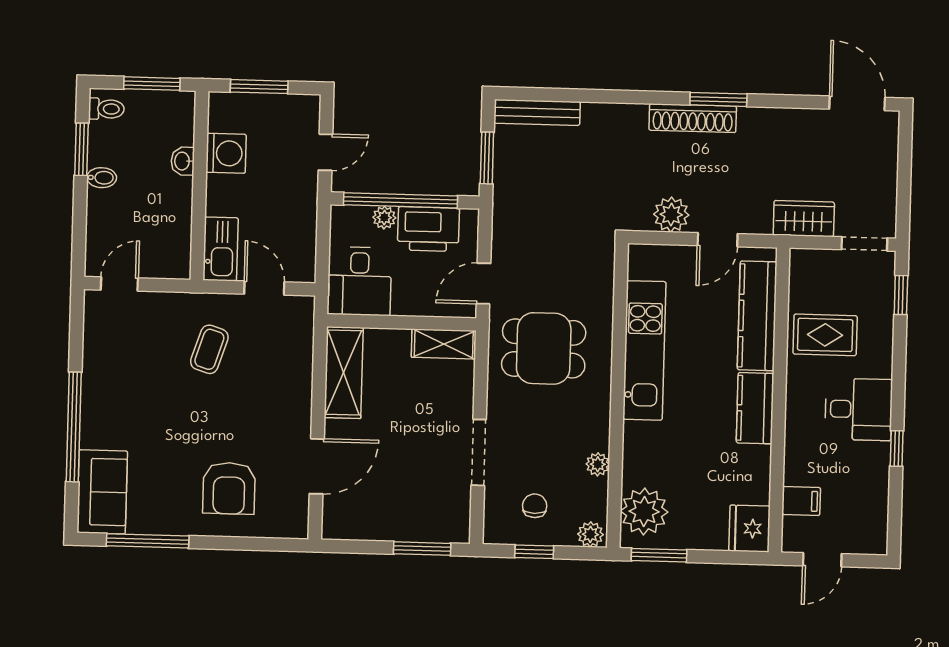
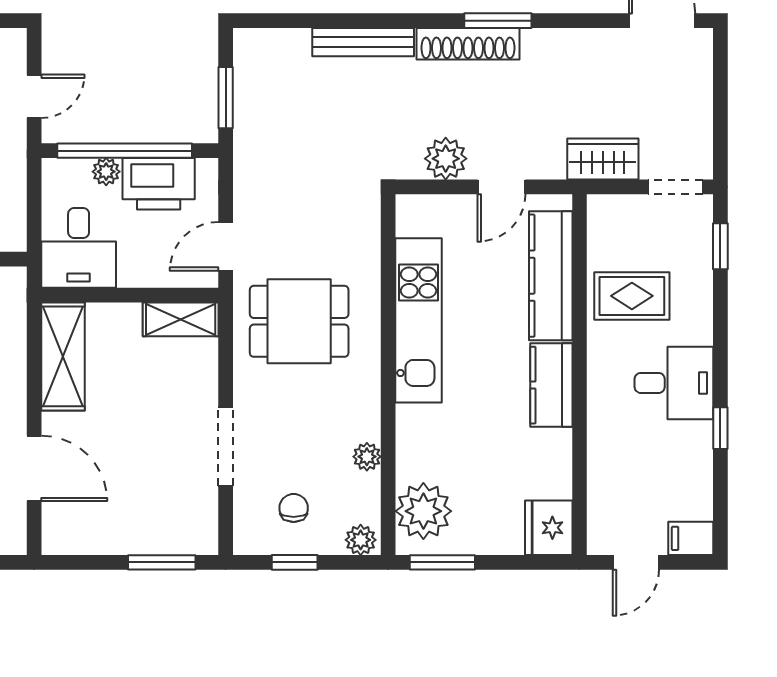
bench: (537, 112) -> (363, 42), moved
door: (317, 466) -> (34, 468), hinge flipped
filing cabinet: (801, 501) -> (691, 538), moved, turned 180

